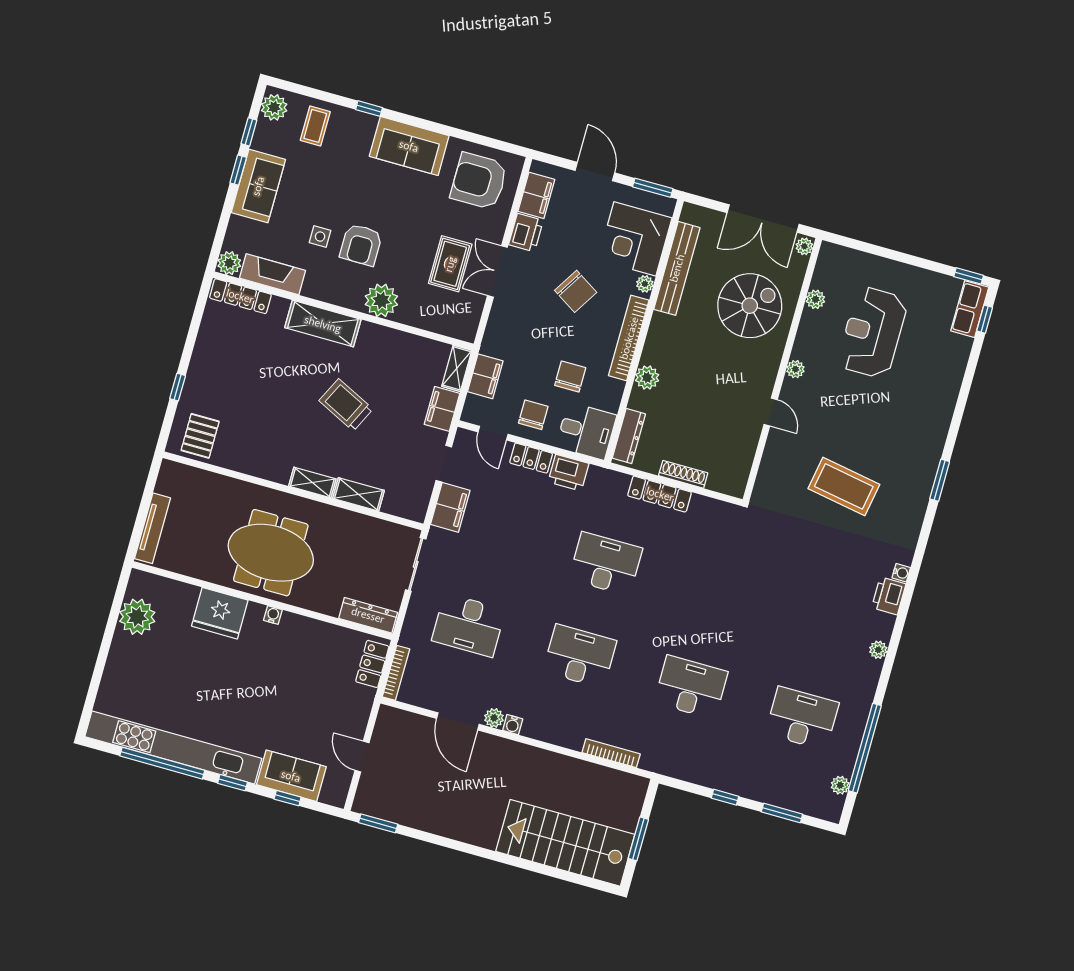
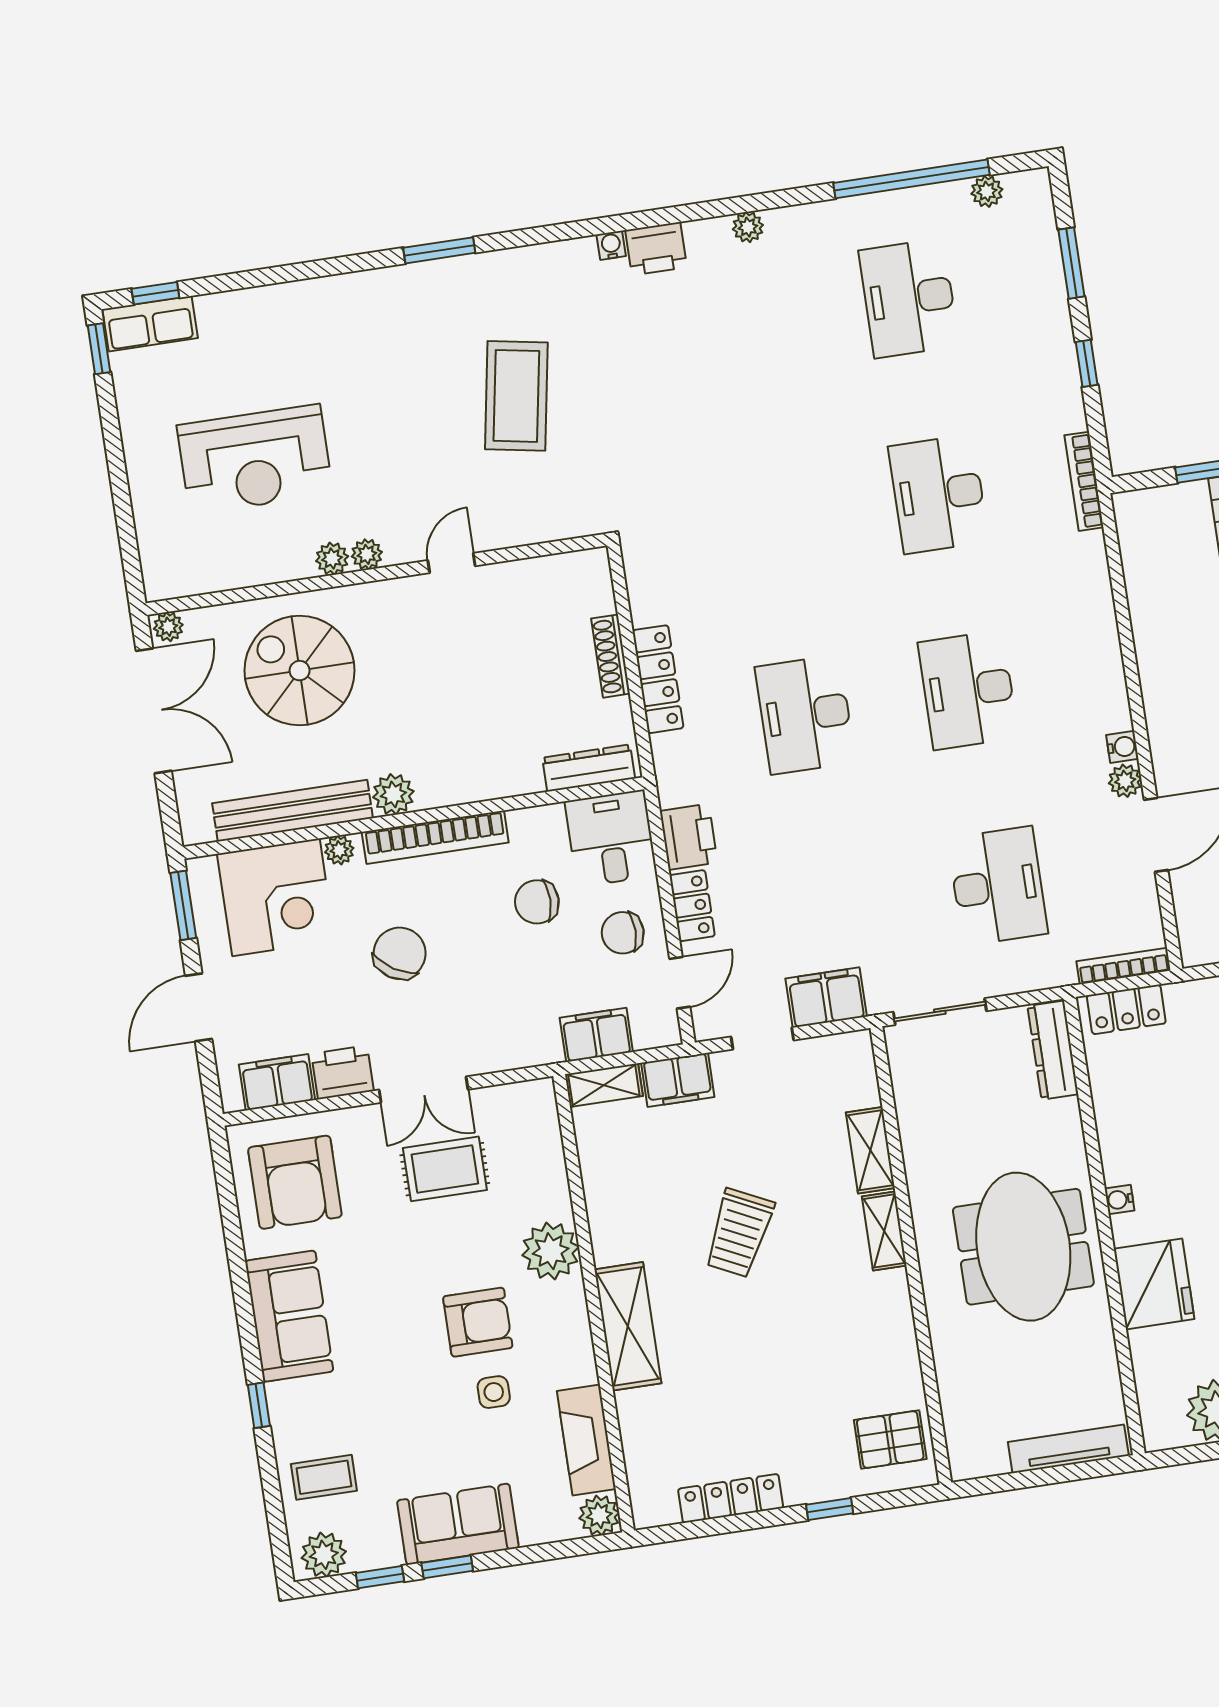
locker: (240, 296) -> (731, 1498), moved, turned -90
plant: (815, 299) -> (332, 559), moved
plant: (647, 378) -> (393, 794), moved
bookcase: (611, 753) -> (1084, 481), moved

